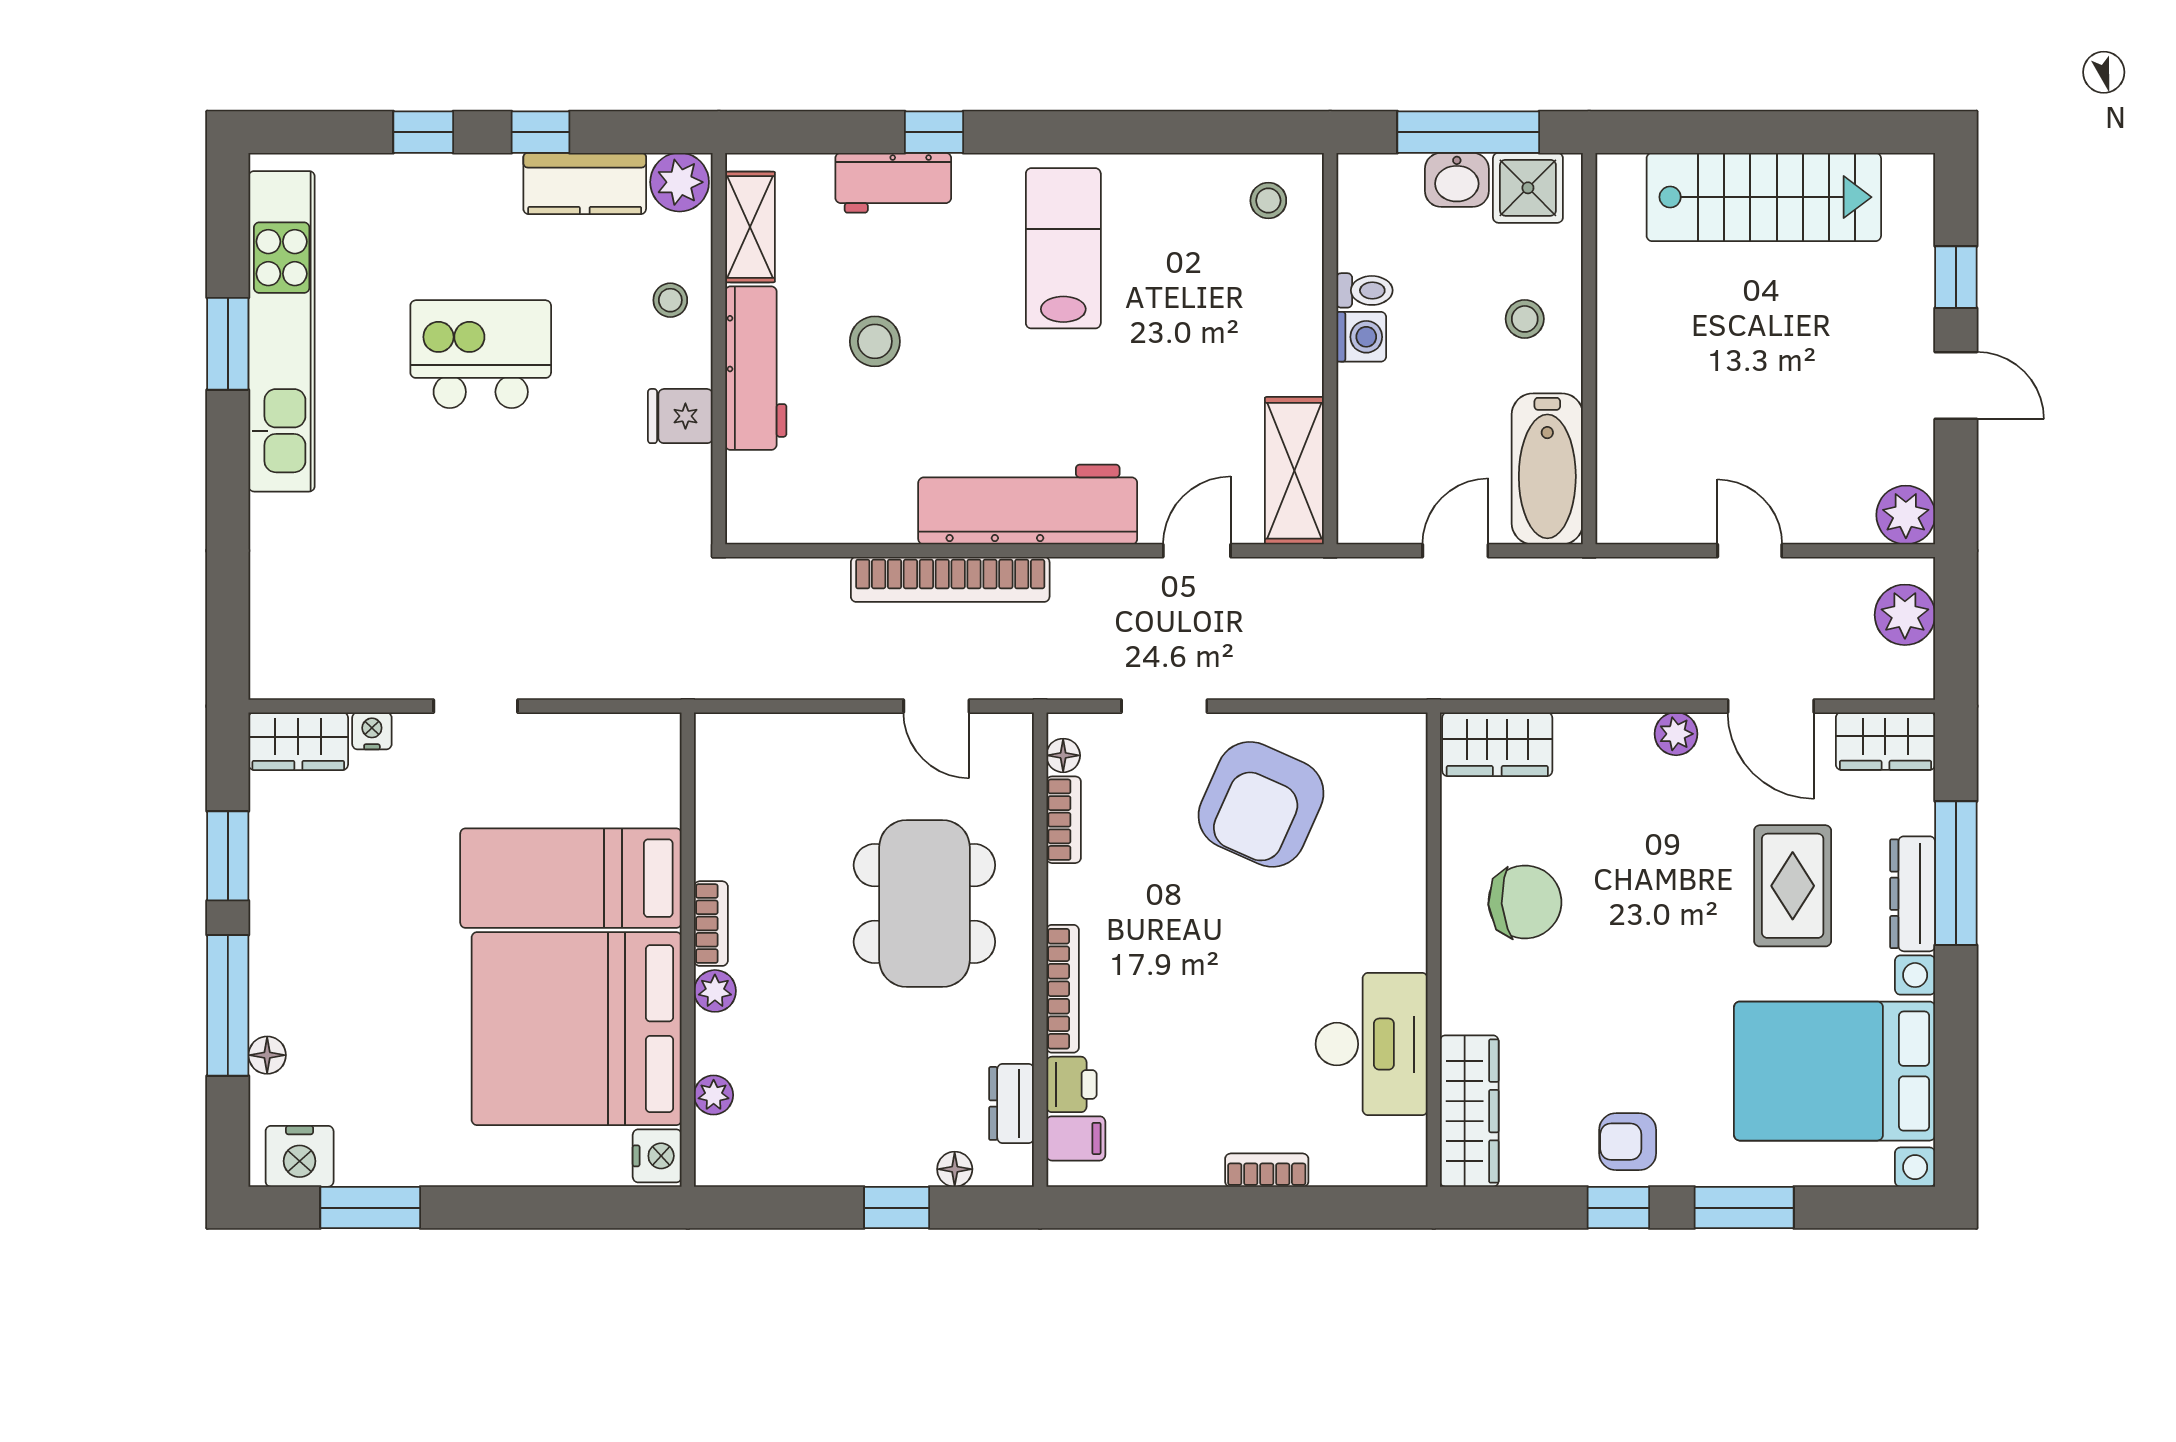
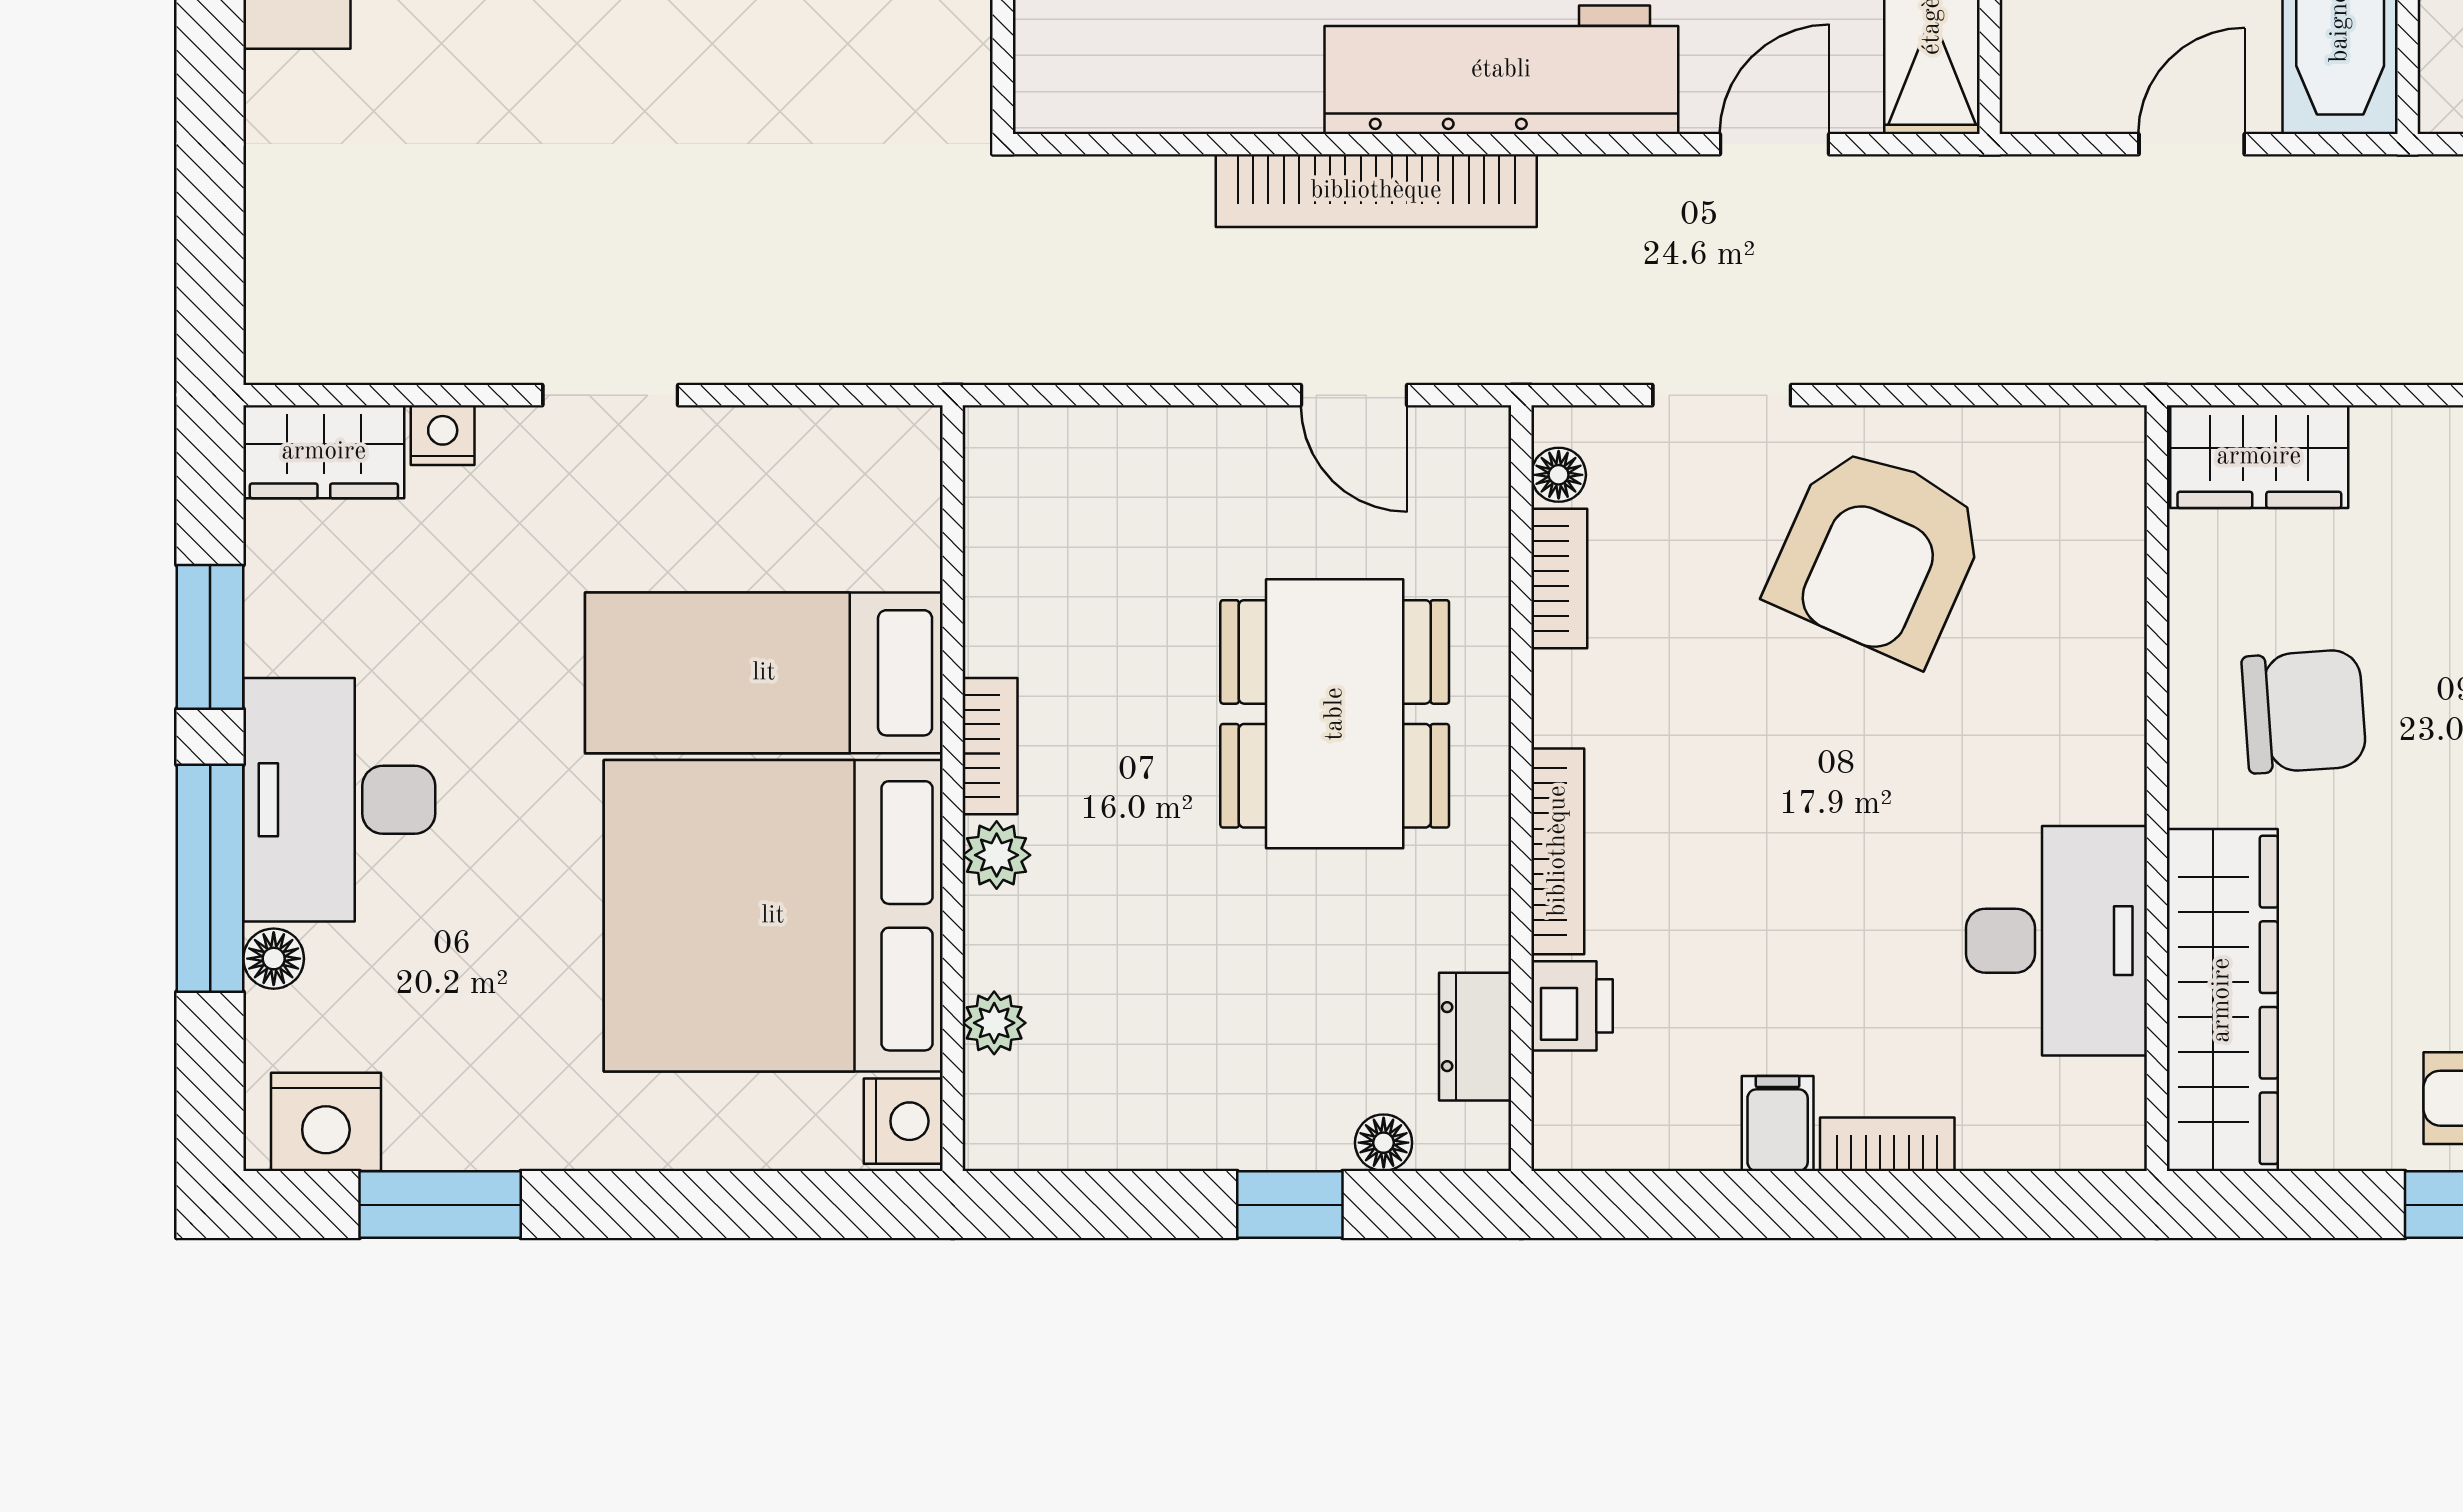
desk: (308, 957) -> (339, 800), added
wardrobe: (1469, 1111) -> (2222, 1000), width x1.40, depth x1.17
filing cabinet: (1076, 1138) -> (1778, 1123), moved, turned -90

